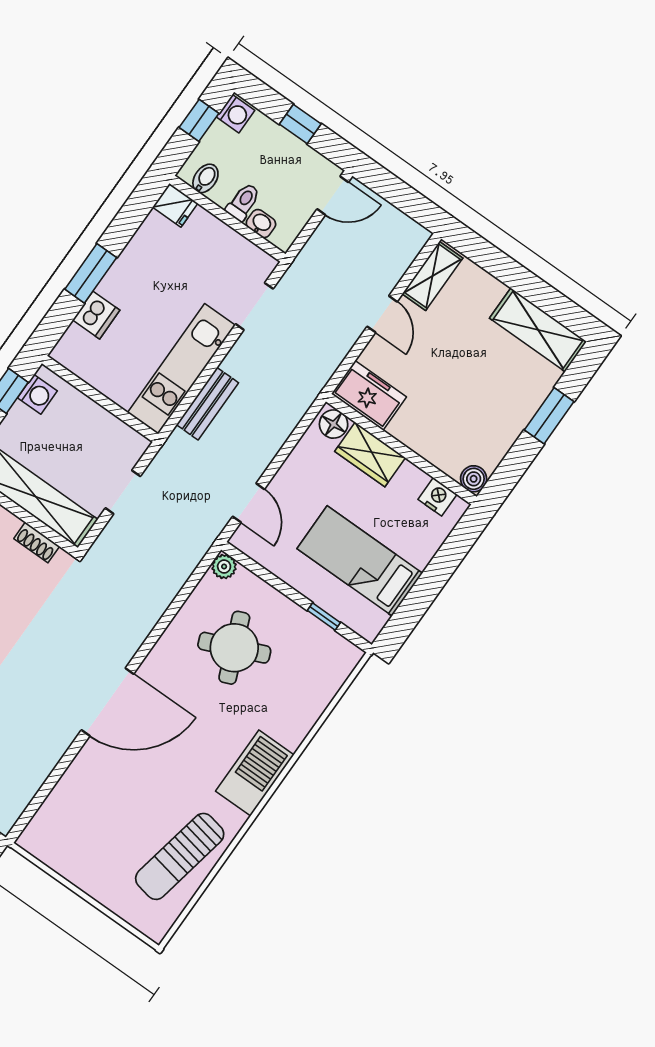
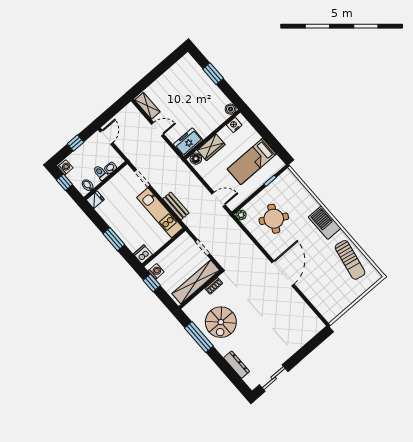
dishwasher: (96, 315) -> (143, 254), moved, turned -90
shelving: (538, 330) -> (179, 70), removed
round table: (234, 648) -> (274, 219), turned -37

